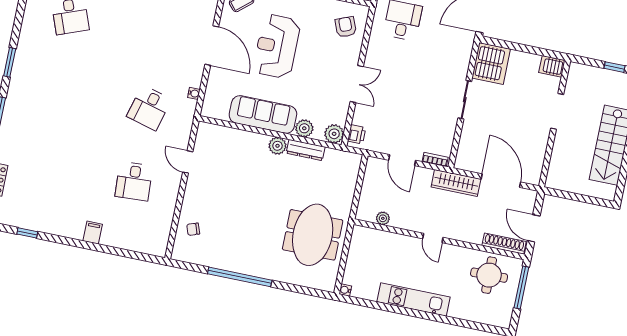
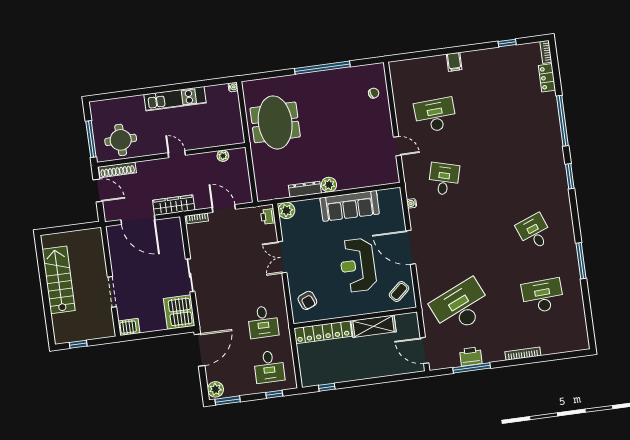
reception desk: (277, 46) -> (358, 265), turned 180
plant: (304, 128) -> (312, 206), removed
desk: (134, 181) -> (435, 115), width x1.37

